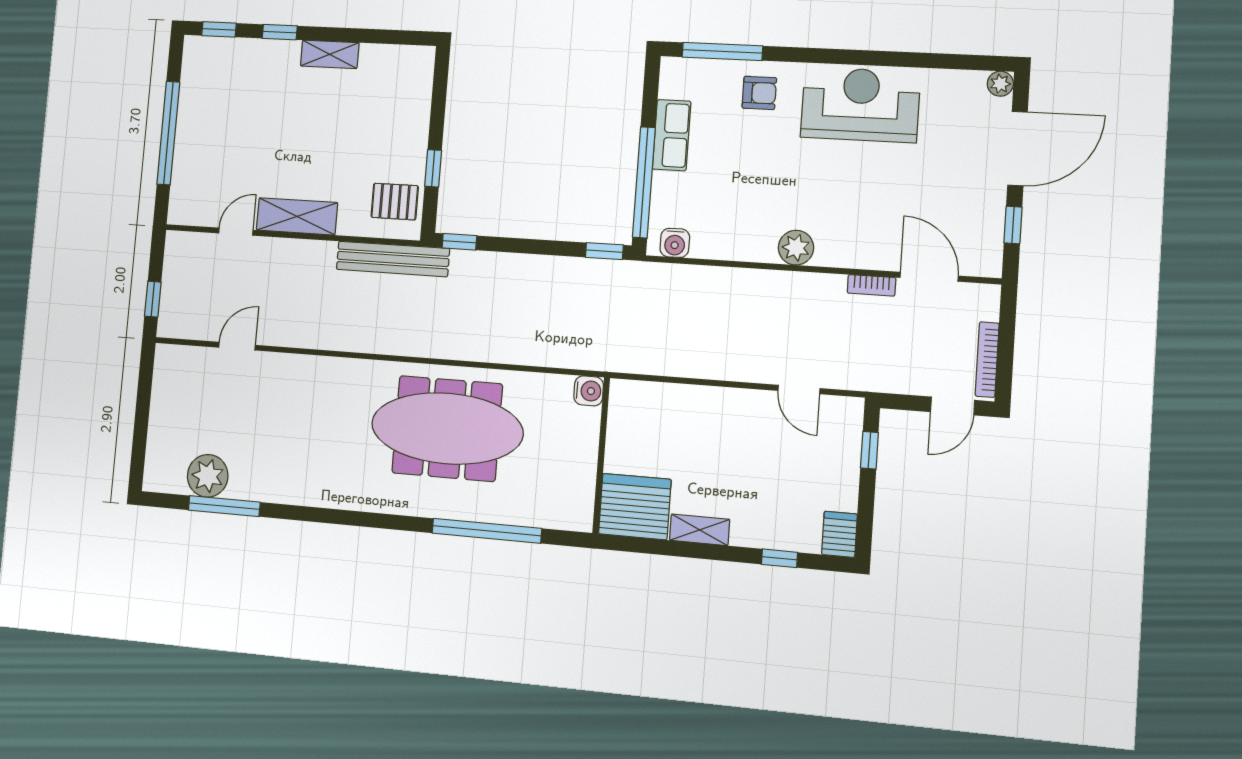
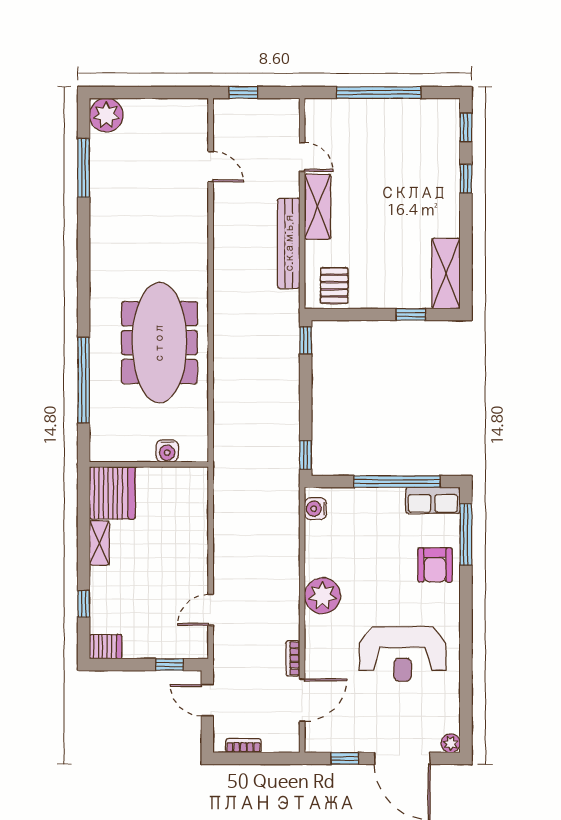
shelving: (330, 54) -> (446, 274), moved, width x1.50, depth x1.33
armchair: (759, 93) -> (435, 565), width x1.38, depth x1.38
reception desk: (860, 105) -> (403, 654), moved, turned 90
row of seats: (672, 135) -> (433, 500), moved
window: (433, 168) -> (411, 314), moved
window: (644, 182) -> (397, 482), moved
plant: (796, 248) -> (323, 596), width x1.36, depth x1.36
bench: (393, 259) -> (289, 243), moved
bookcase: (987, 360) -> (243, 746), width x0.64
water cooler: (589, 391) -> (167, 451), moved
door: (953, 406) -> (207, 700), moved
plant: (208, 476) -> (106, 115), moved

